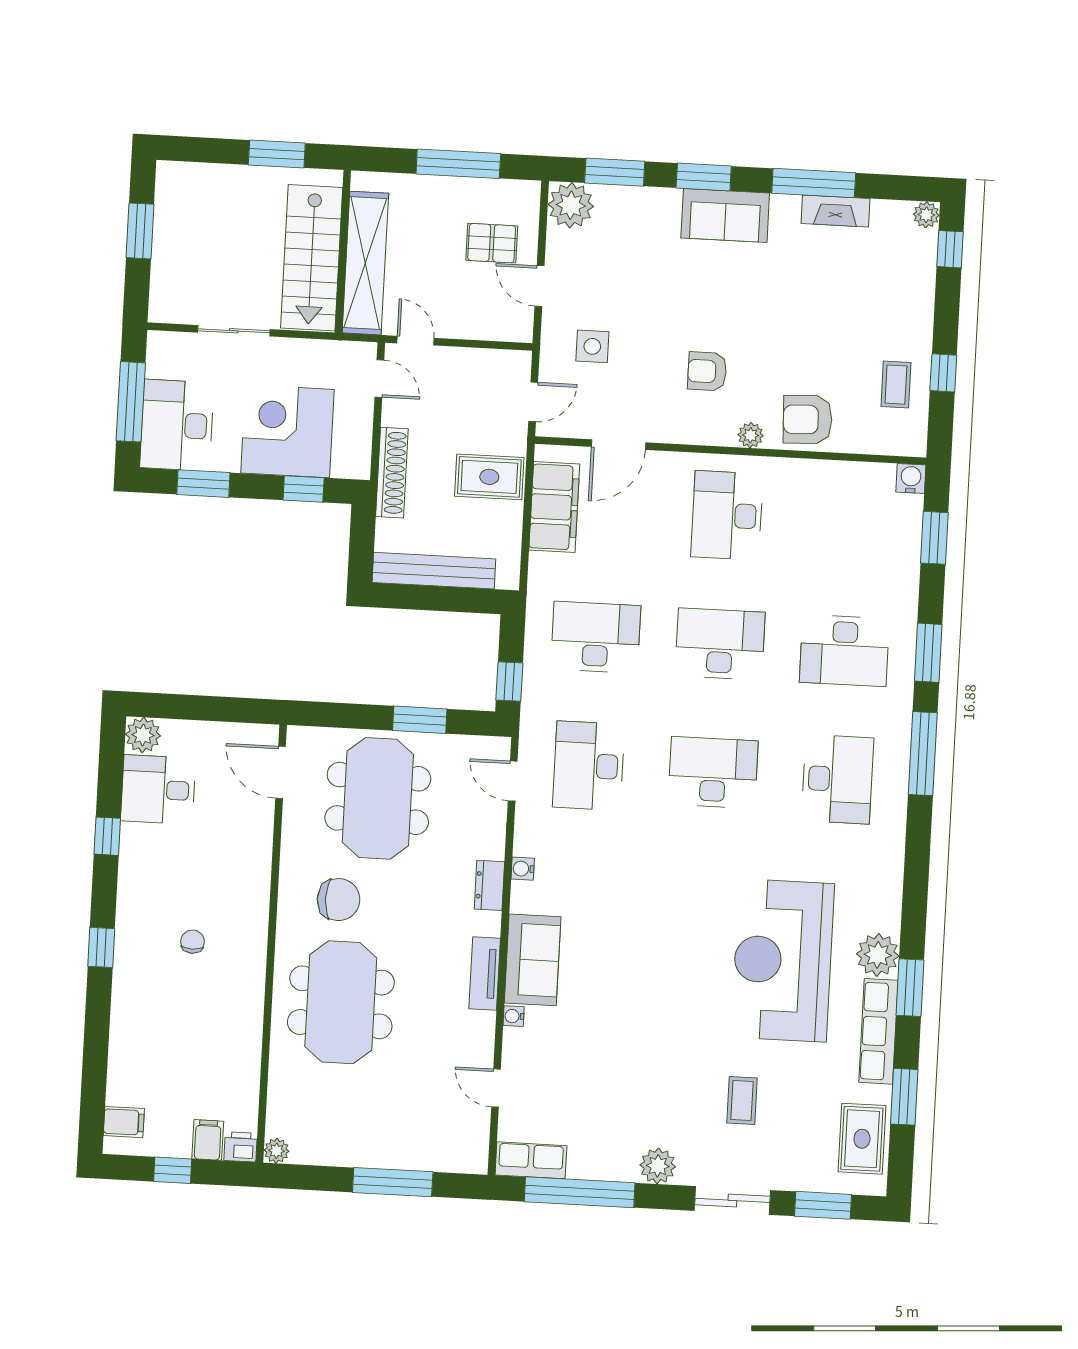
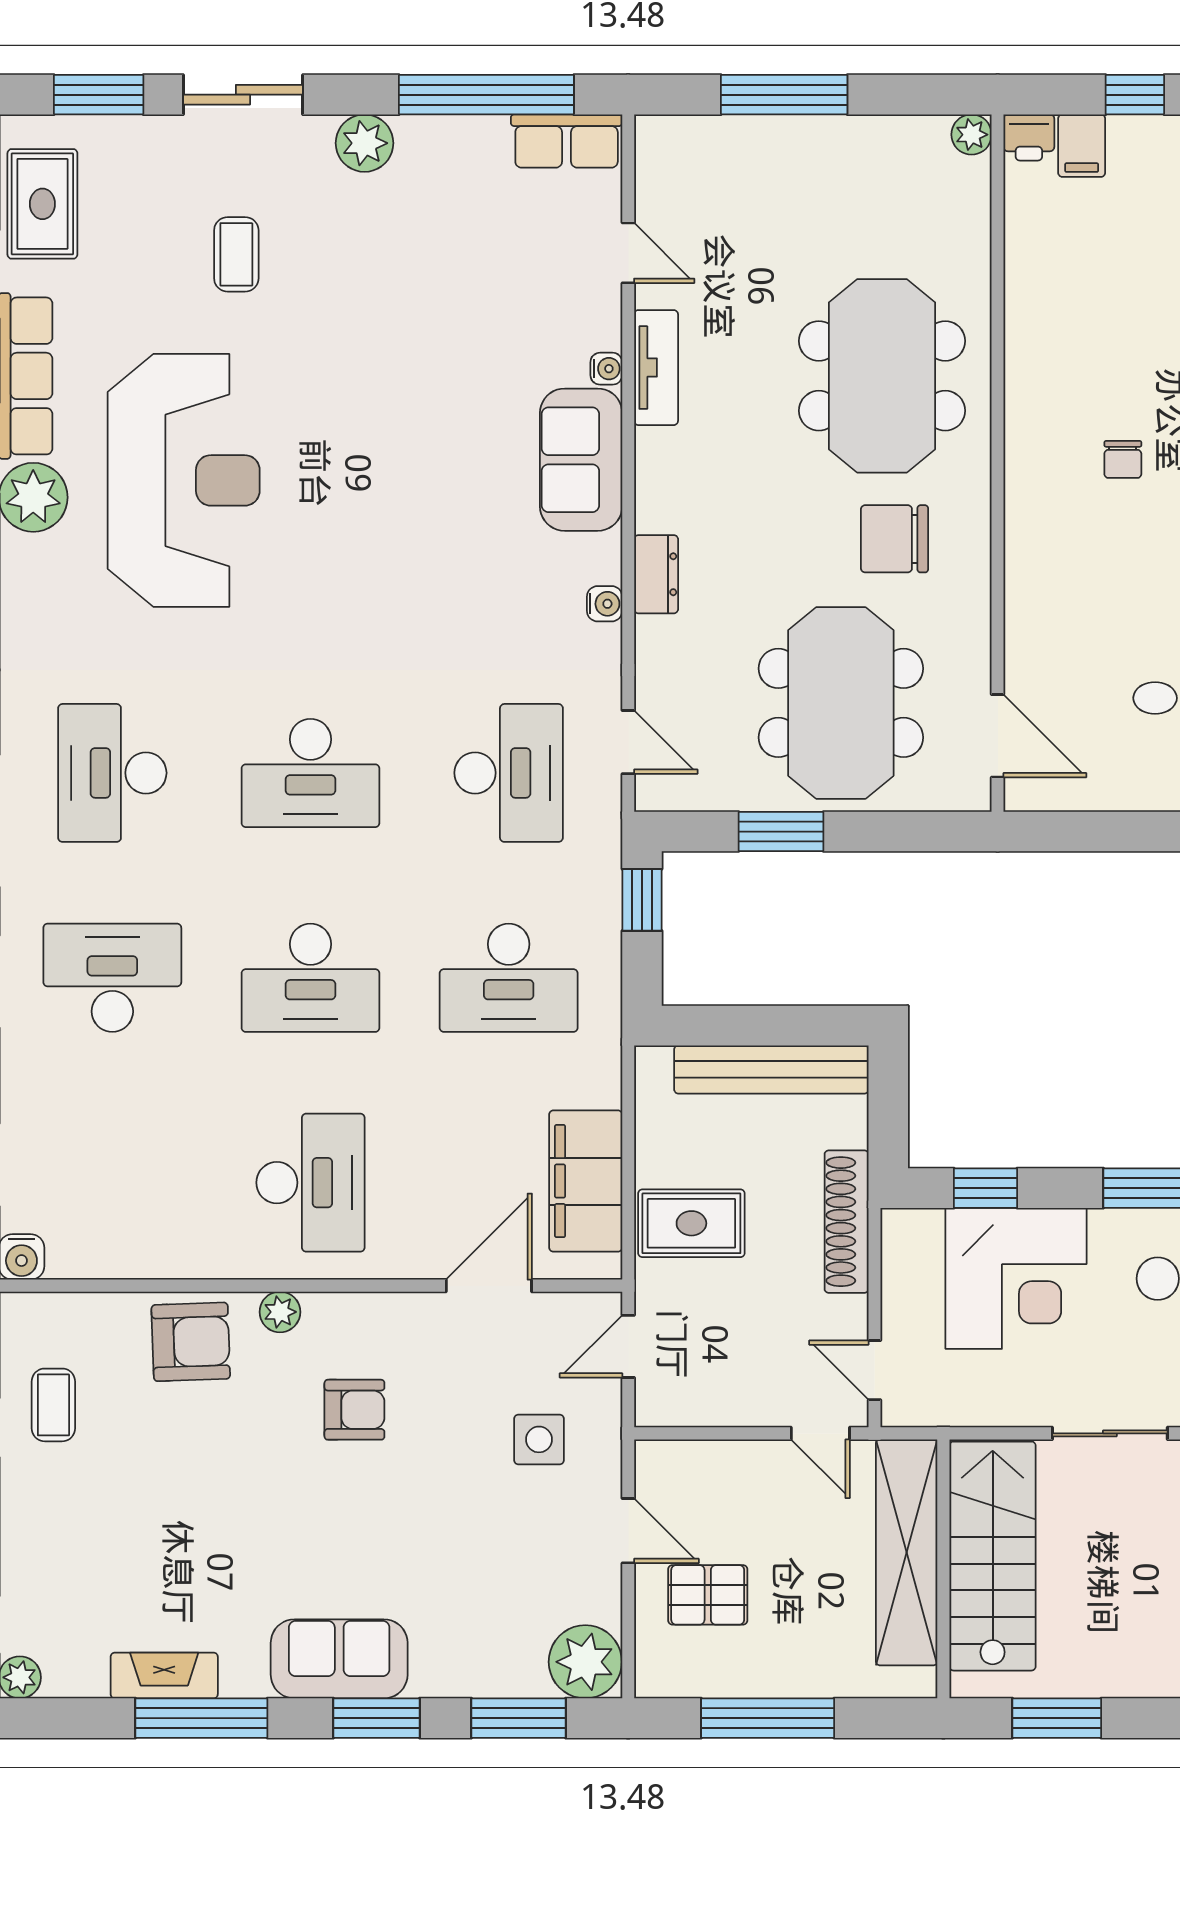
tv unit: (485, 973) -> (656, 368), moved

